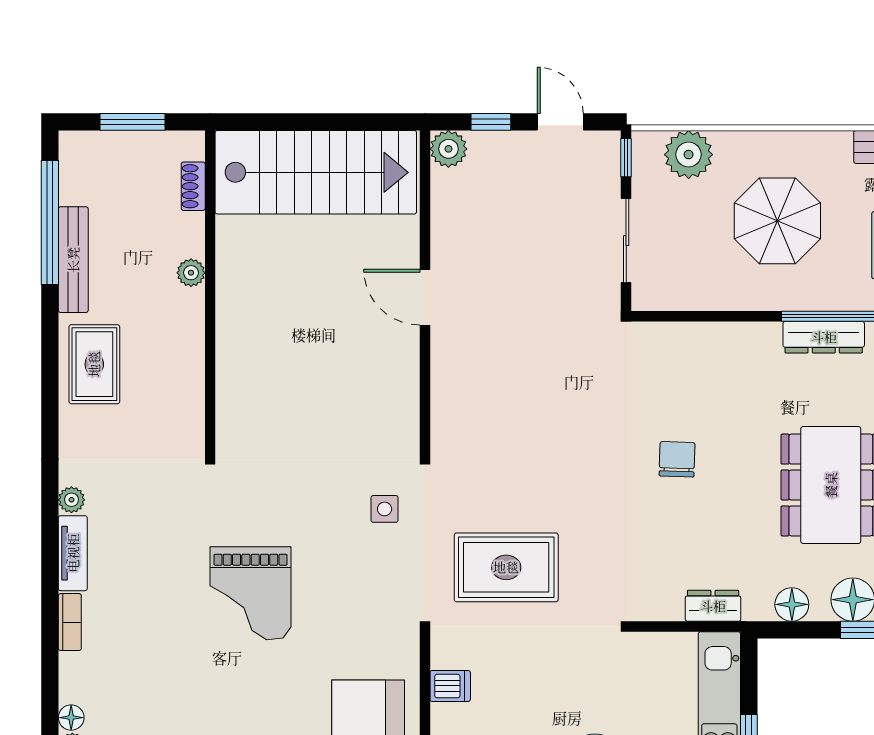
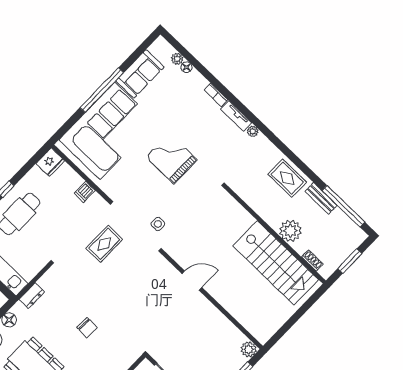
stairs: (316, 172) -> (276, 263), moved, turned -90
bench: (73, 260) -> (321, 198), width x0.73
plant: (191, 273) -> (290, 231), width x1.87, depth x1.87
door: (425, 297) -> (192, 281), moved
rug: (506, 567) -> (104, 244), width x0.73, depth x0.70

